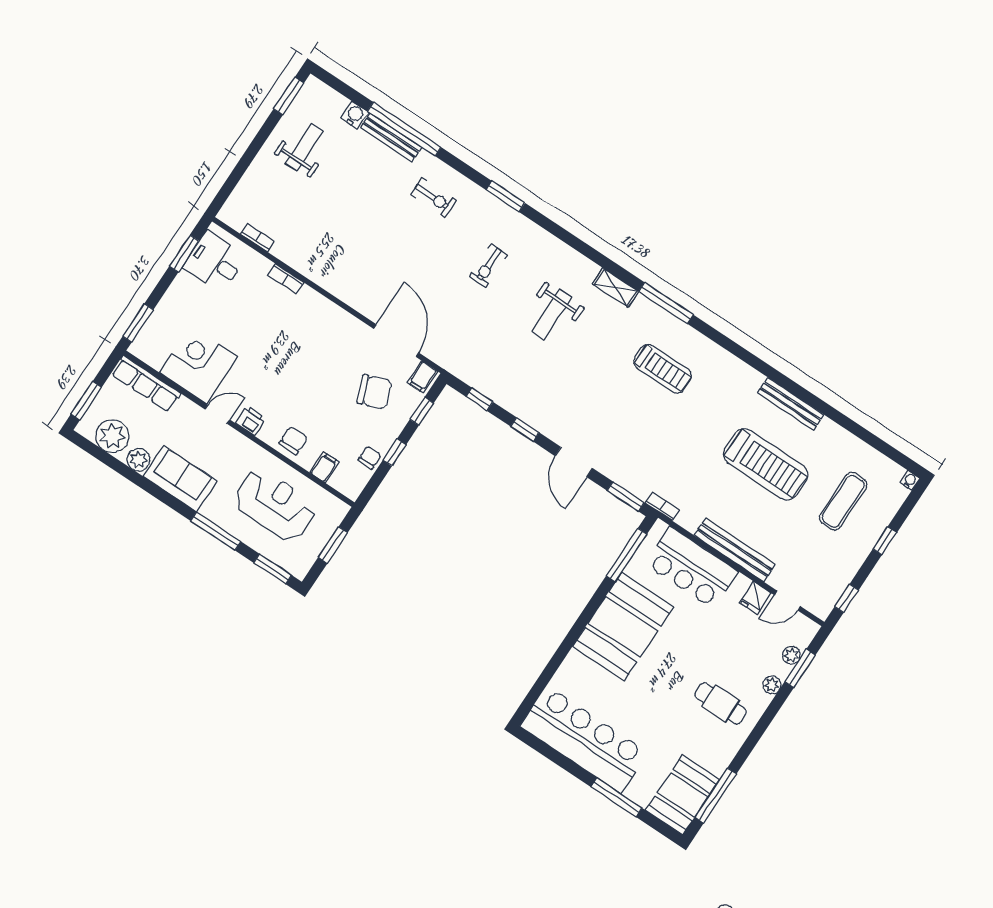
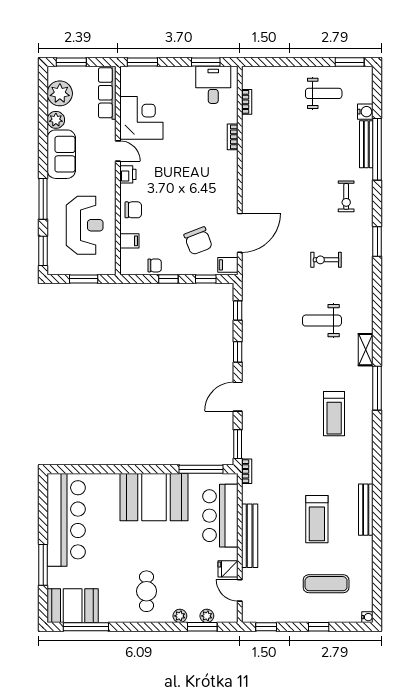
treadmill: (766, 464) -> (317, 519), width x0.73, depth x0.73

